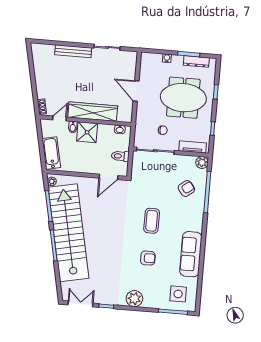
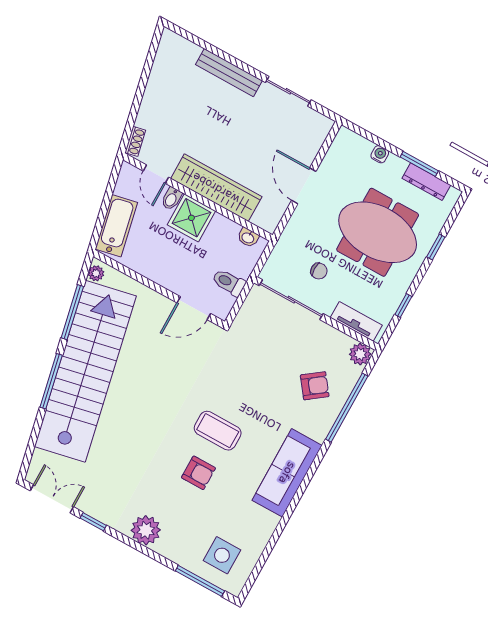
door: (59, 118) -> (156, 174), swing flipped
coffee table: (152, 221) -> (218, 431), moved, turned 90
sofa: (191, 254) -> (287, 473), moved

